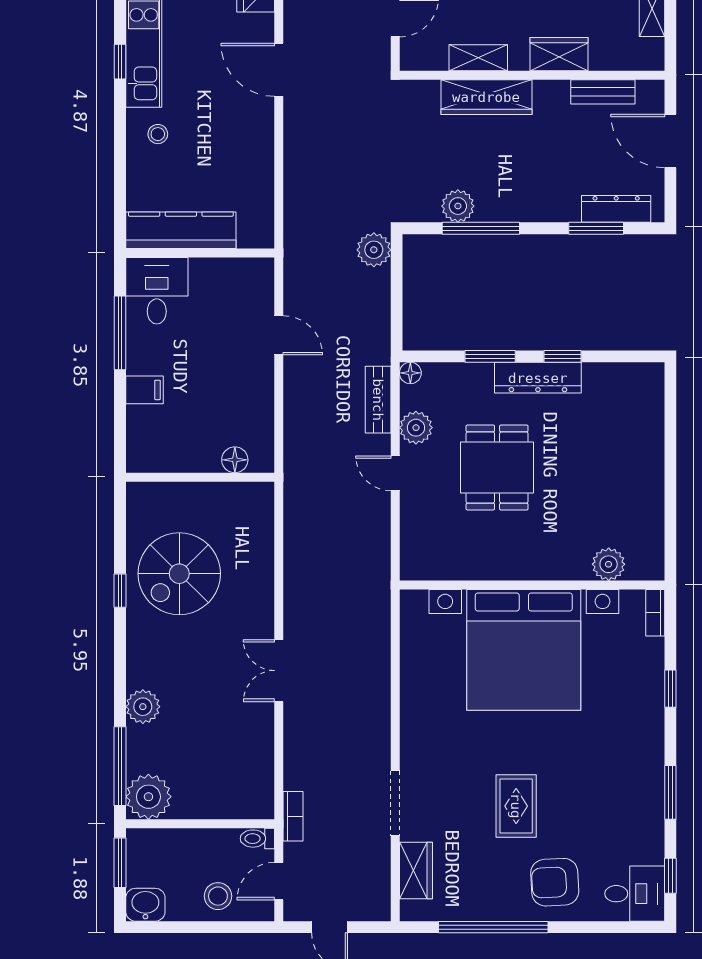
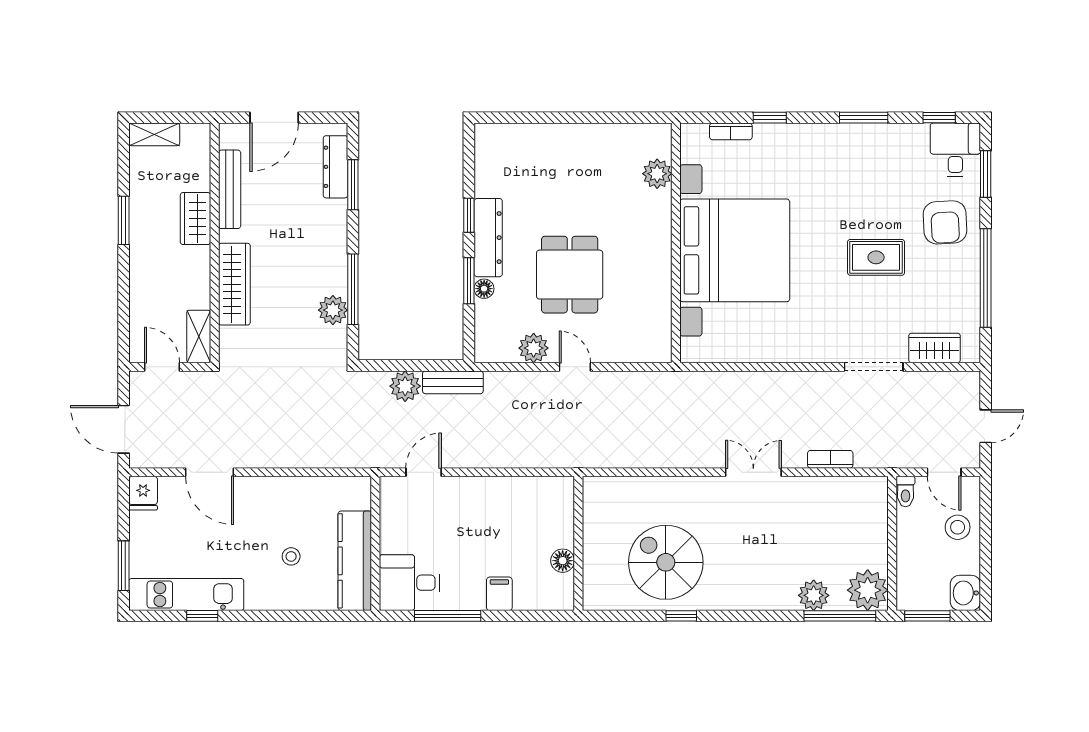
shelving: (478, 58) -> (199, 336), moved
door: (279, 70) -> (210, 472), hinge flipped
bench: (603, 92) -> (230, 189), width x1.36
stool: (158, 134) -> (291, 556), moved
plant: (374, 250) -> (405, 386), moved
door: (279, 335) -> (424, 472), moved
floor lamp: (410, 373) -> (484, 289), moved
bench: (378, 400) -> (453, 382), moved
floor lamp: (235, 460) -> (563, 561), moved
dining table: (497, 467) -> (570, 275), turned 90
door: (395, 473) -> (575, 367), swing flipped
spiral stairs: (179, 574) -> (666, 562), turned 180
bookcase: (655, 613) -> (731, 131), moved
double door: (279, 671) -> (753, 472), swing flipped
plant: (143, 707) -> (814, 595), moved
bookcase: (293, 816) -> (830, 459), moved
window: (608, 927) -> (986, 174), added

